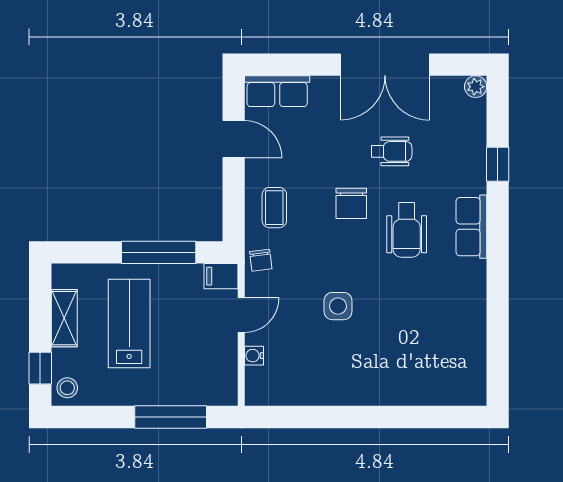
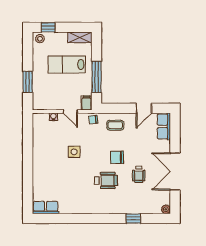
row of seats: (471, 227) -> (46, 208), moved
wheelchair: (407, 230) -> (106, 181), turned 180
shelving: (64, 318) -> (80, 37), moved
lab bench: (129, 324) -> (67, 65), turned 180
window: (171, 417) -> (28, 82), width x0.69

